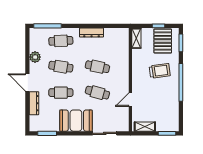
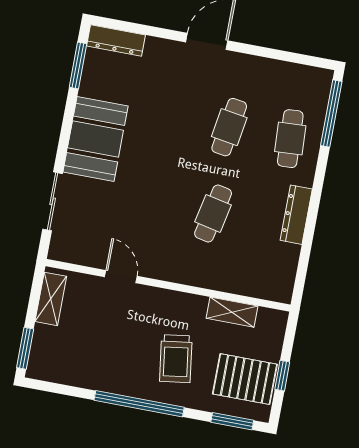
shelving: (136, 38) -> (232, 312), moved
plant: (35, 57) -> (263, 71), removed
cafe table: (61, 93) -> (168, 116), removed
cafe table: (97, 93) -> (152, 202), removed
dresser: (34, 103) -> (116, 40), moved

